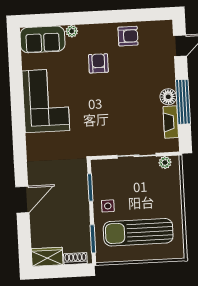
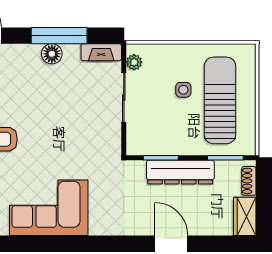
fireplace: (171, 122) -> (101, 52), moved
dresser: (80, 204) -> (180, 172), added
side table: (108, 206) -> (183, 90), moved
sun lounger: (138, 232) -> (220, 100), turned 180

